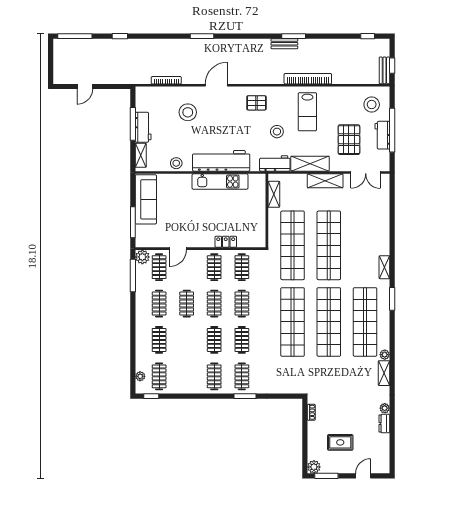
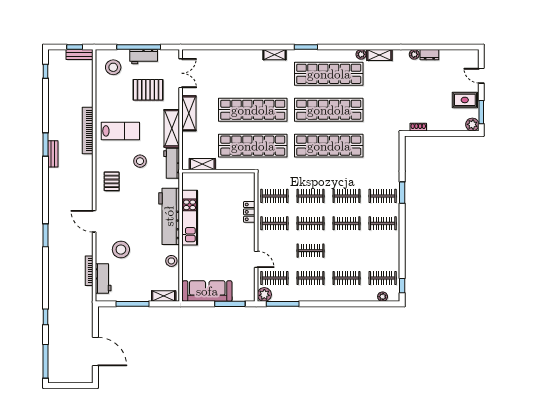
door: (85, 86) -> (95, 352), width x1.87
workbench: (143, 127) -> (103, 278), moved, turned 90
rug: (340, 442) -> (465, 100), moved, turned 90

